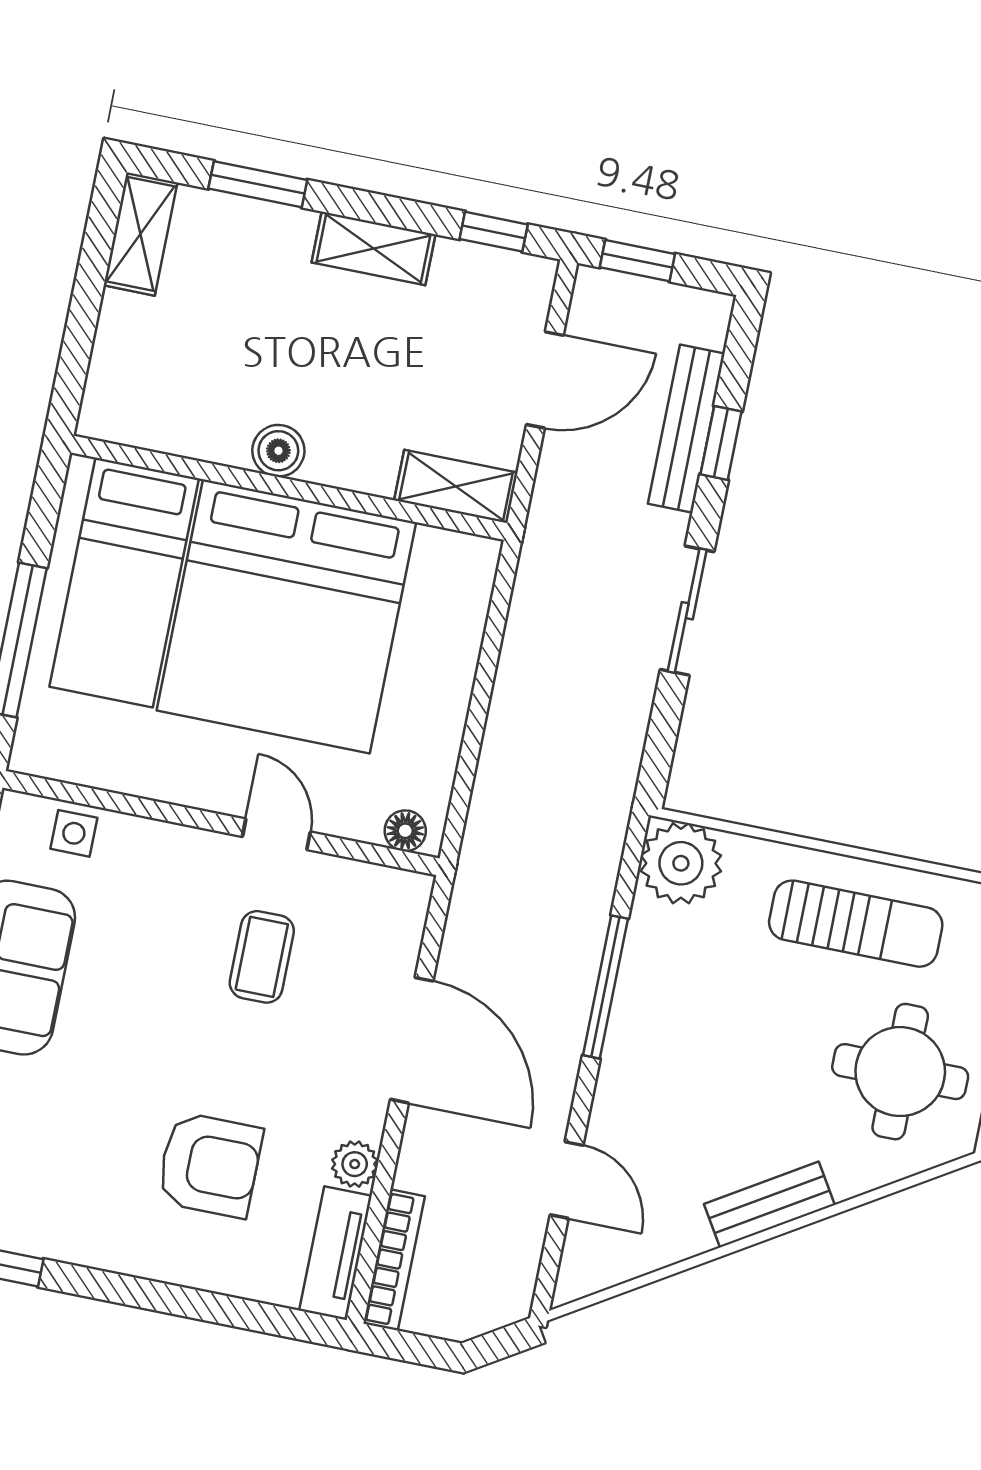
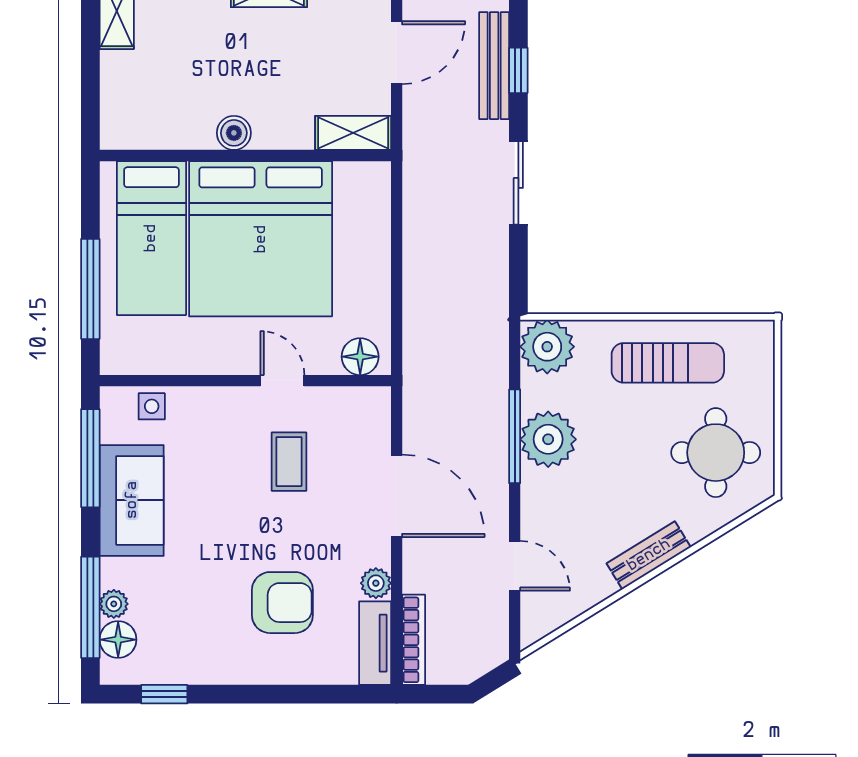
floor lamp: (405, 831) -> (360, 357), width x1.37, depth x1.37
plant: (655, 1001) -> (548, 439), added

